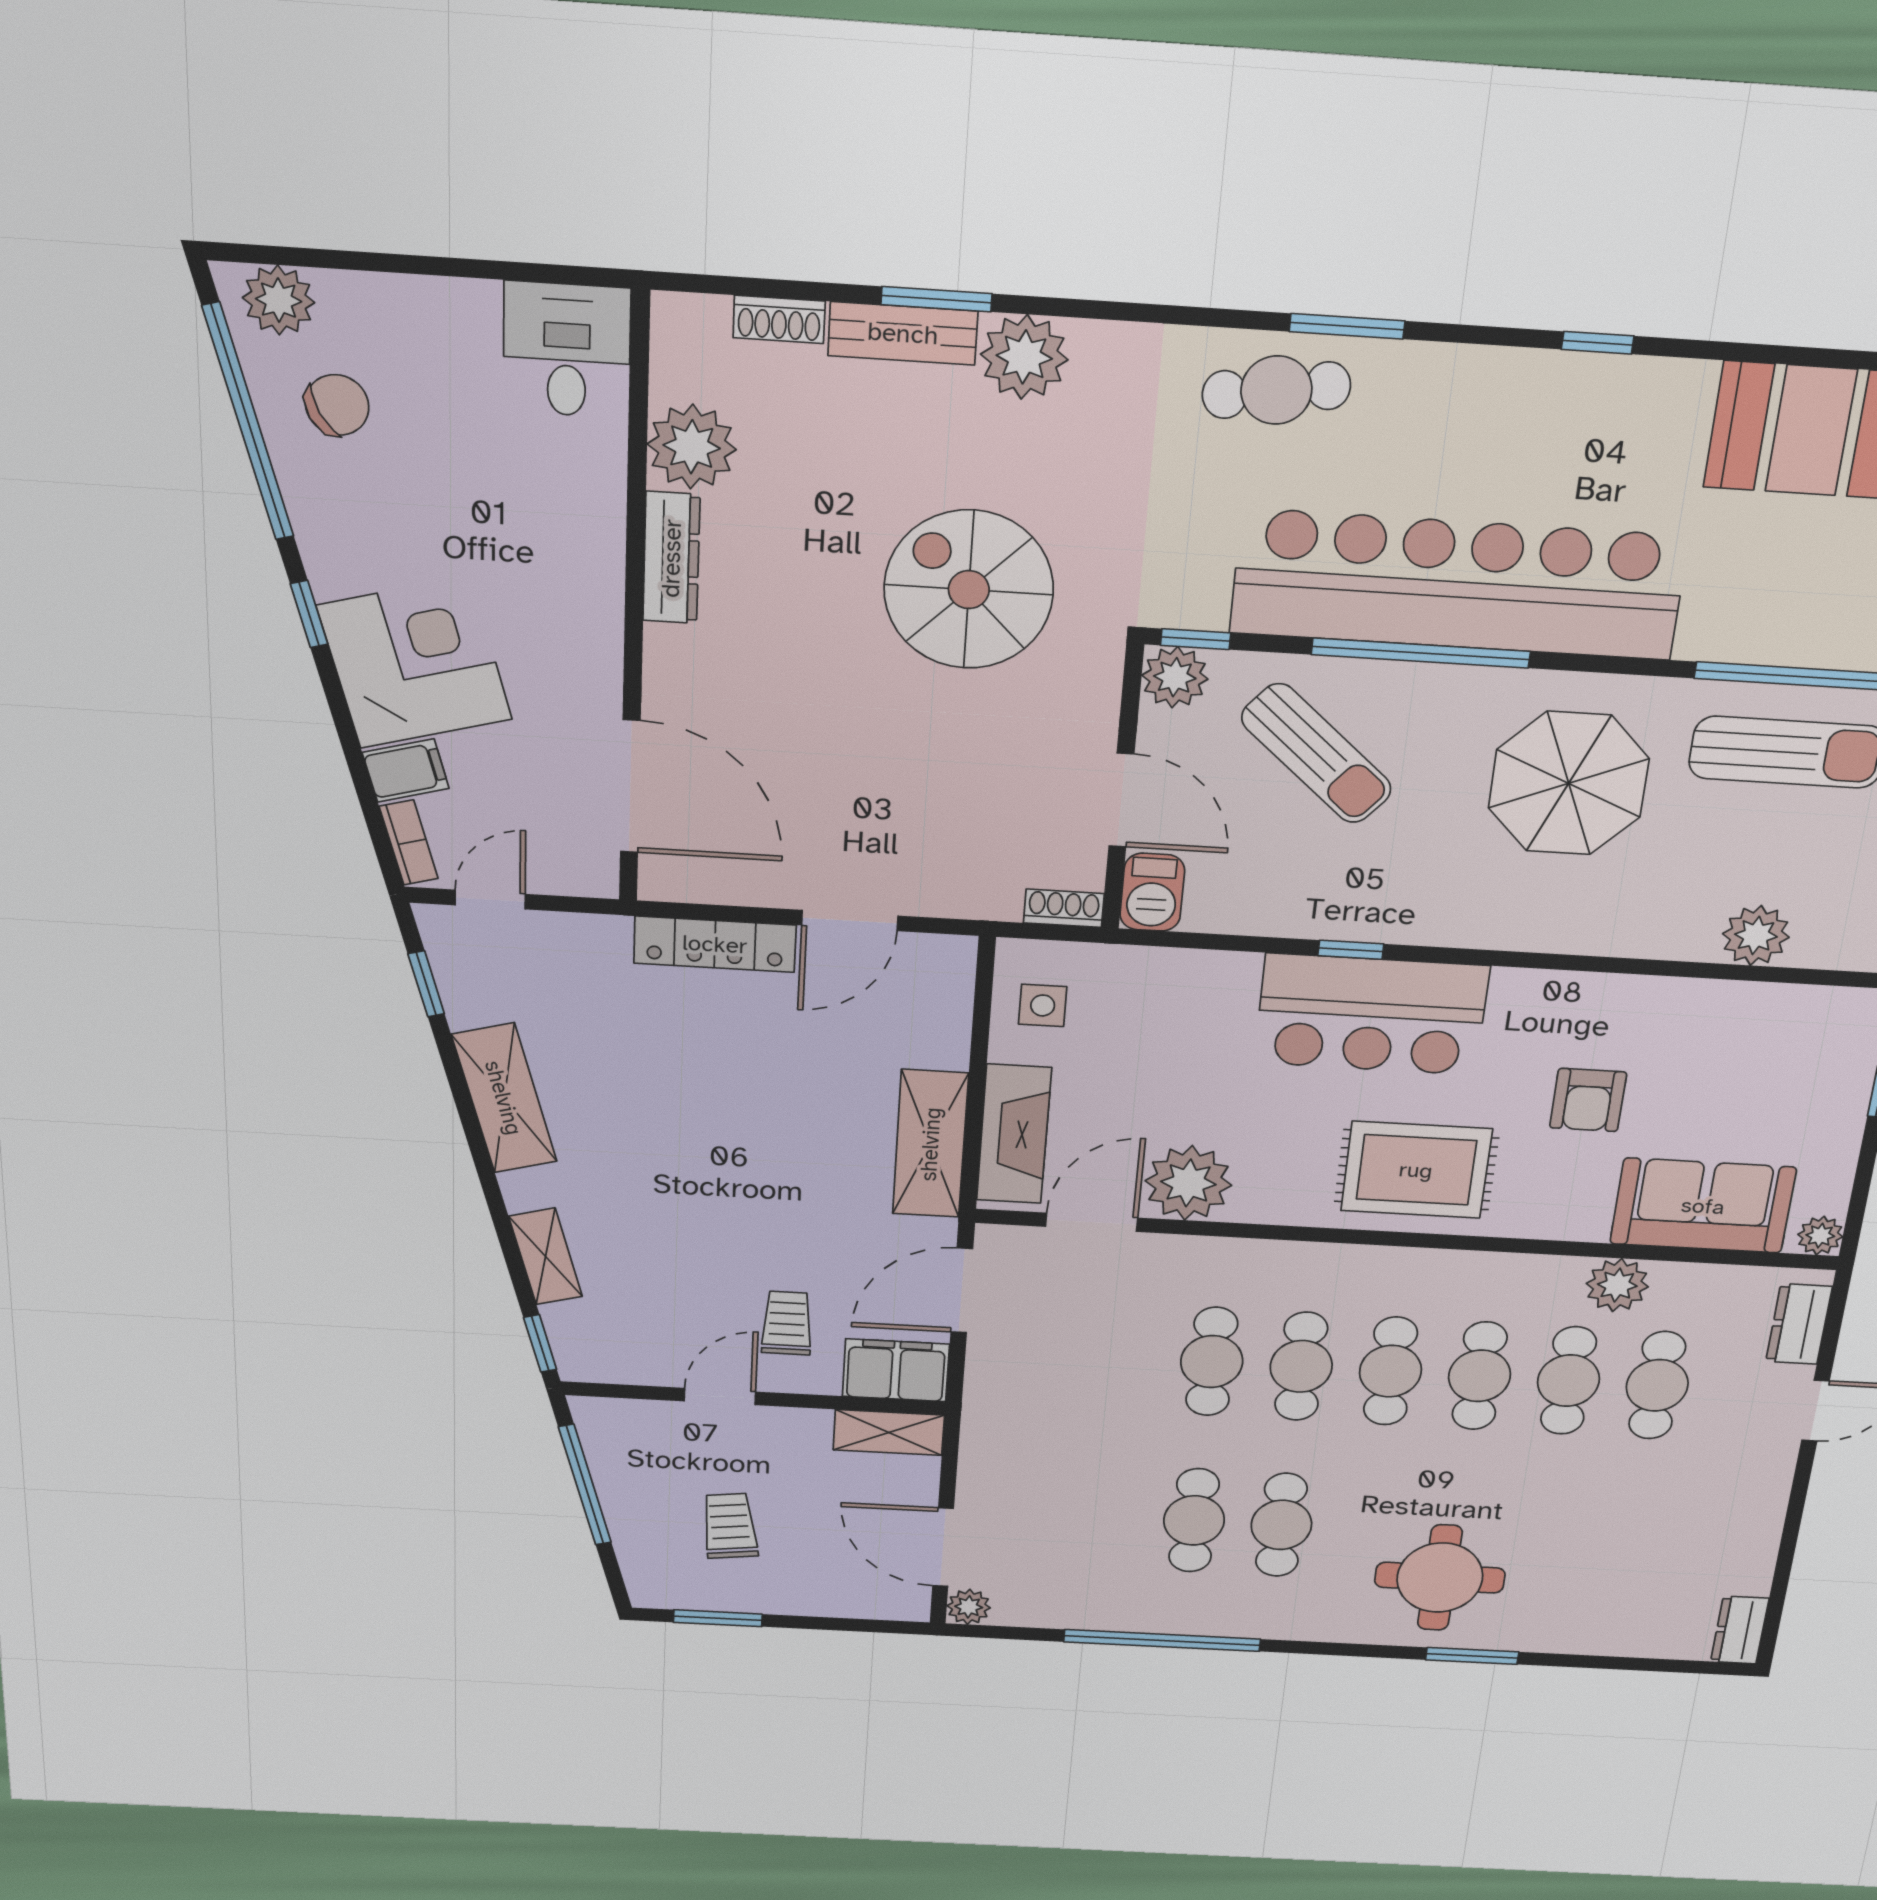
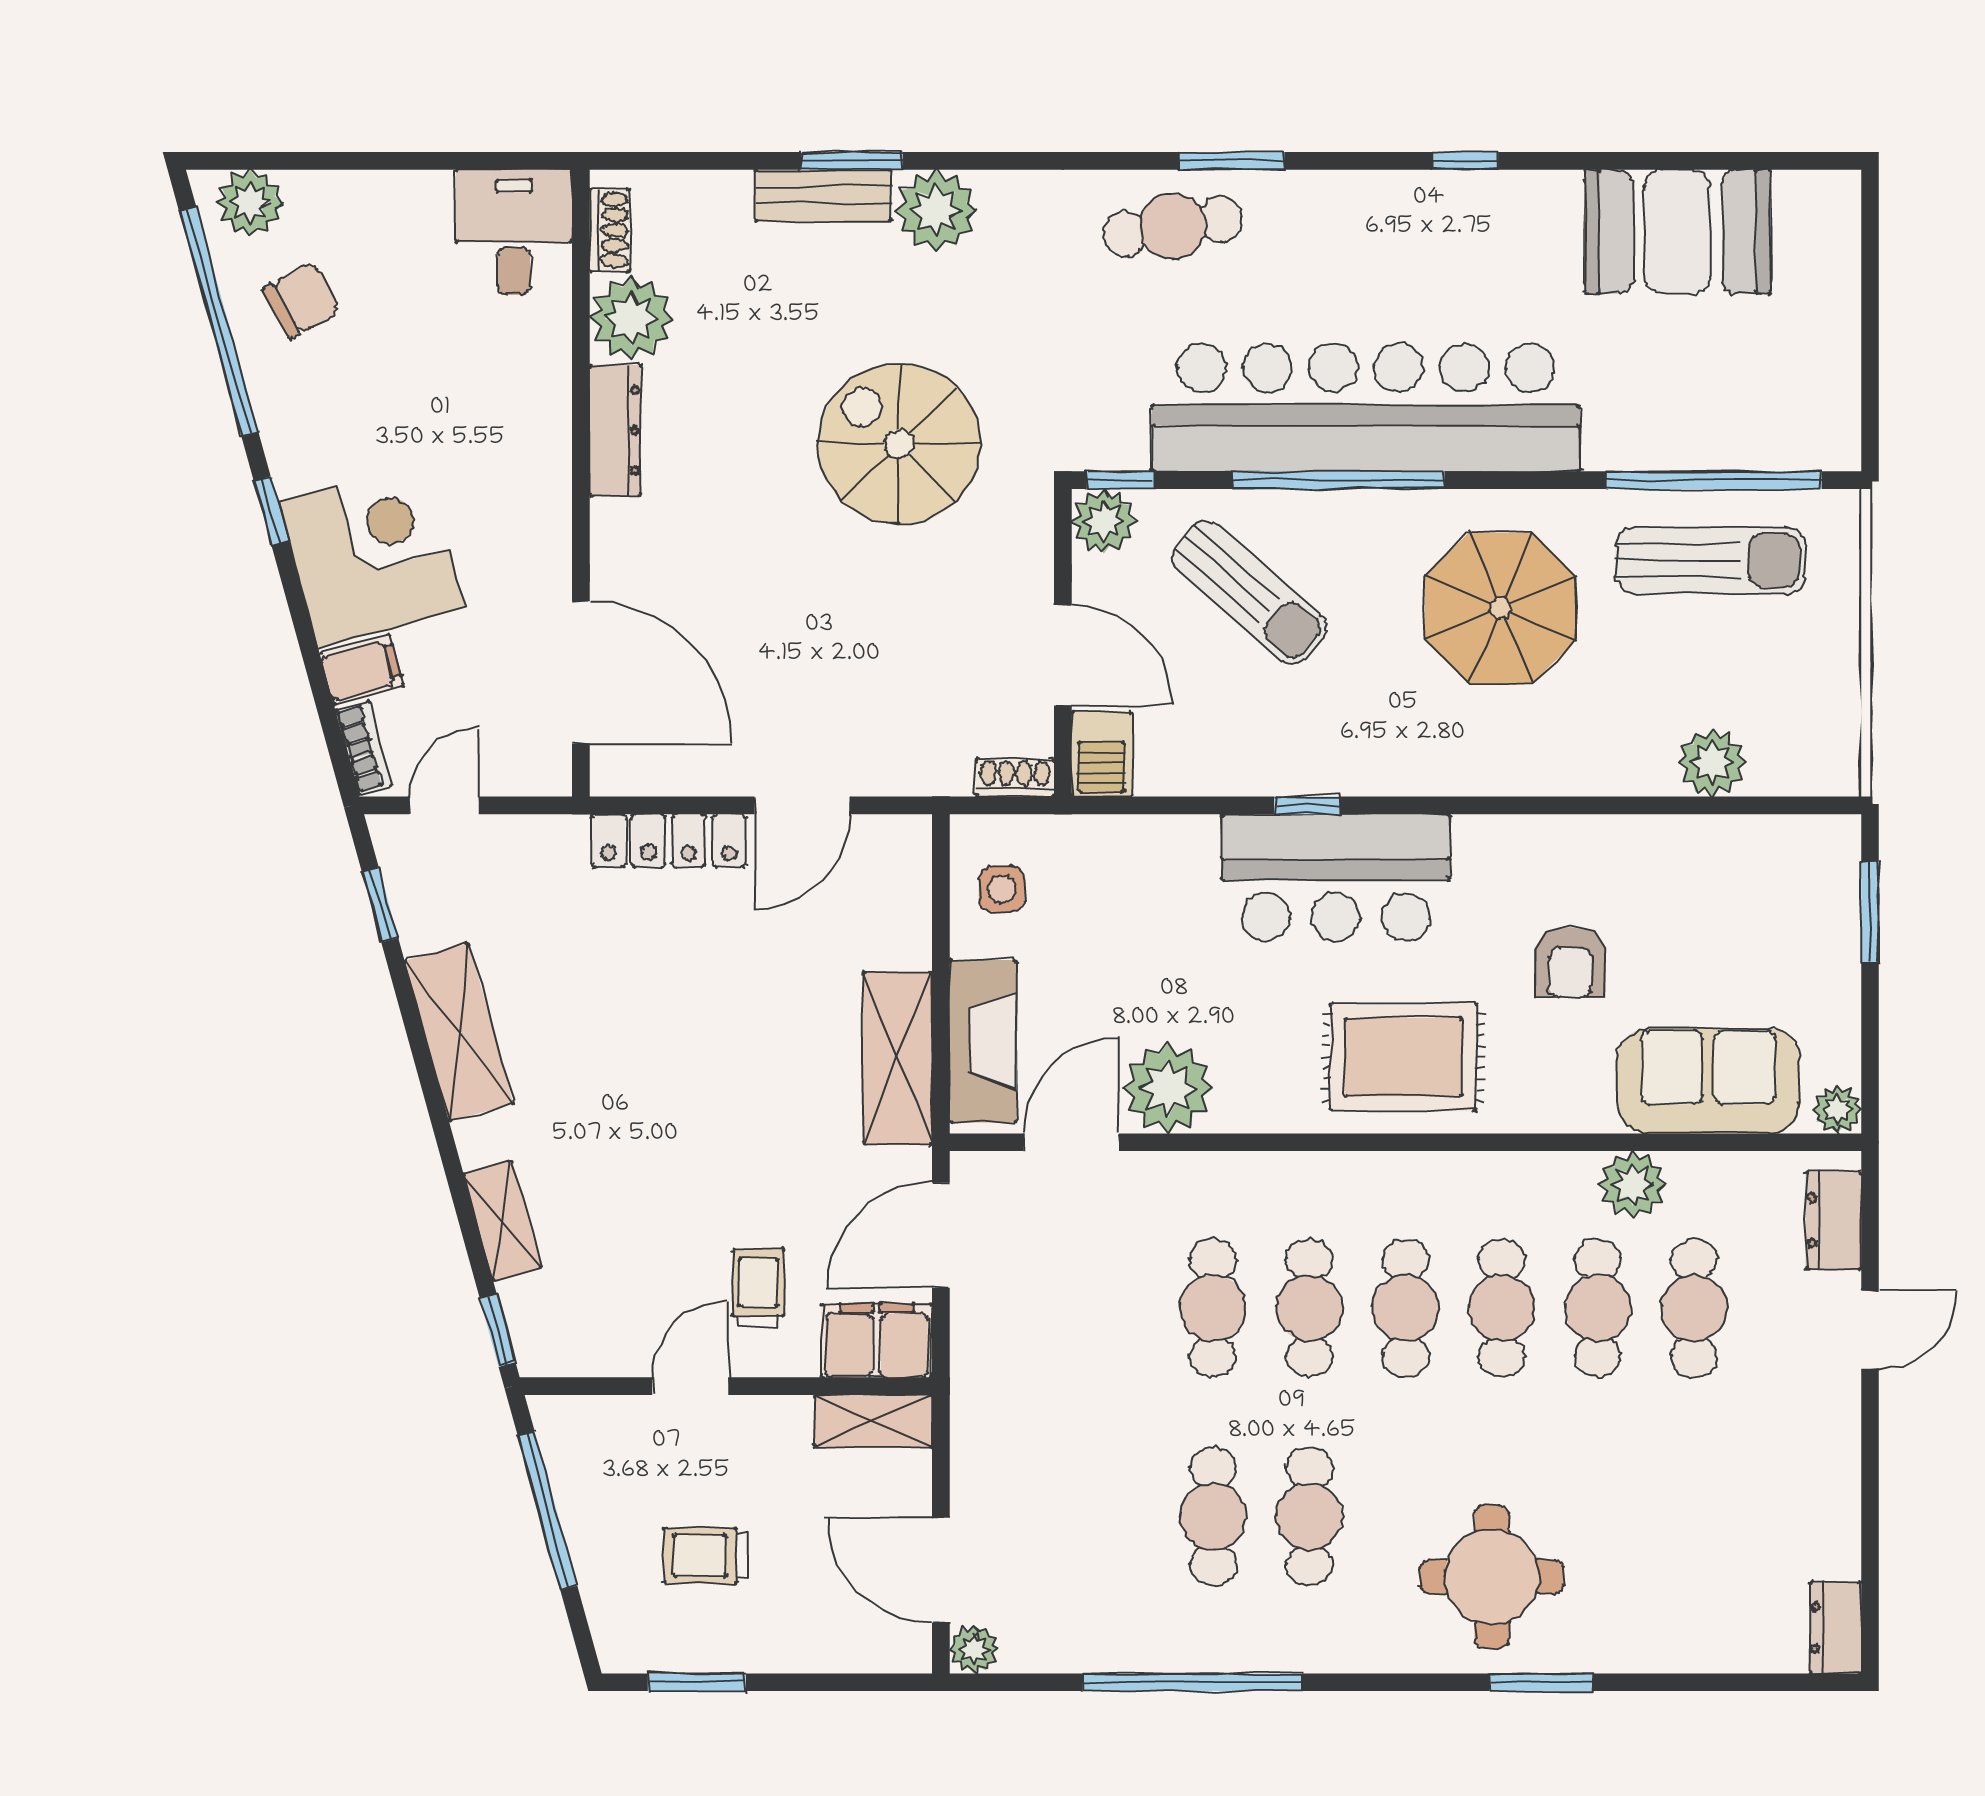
shoe rack: (779, 319) -> (610, 230), moved, turned -90
trolley: (730, 1526) -> (706, 1556), turned -83

